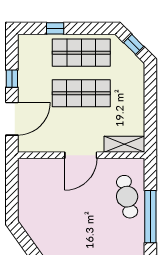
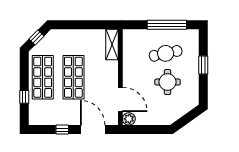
door: (81, 155) -> (120, 99), moved
plant: (26, 166) -> (129, 119), added
cafe table: (127, 197) -> (166, 53), moved
round table: (75, 218) -> (168, 82), added

